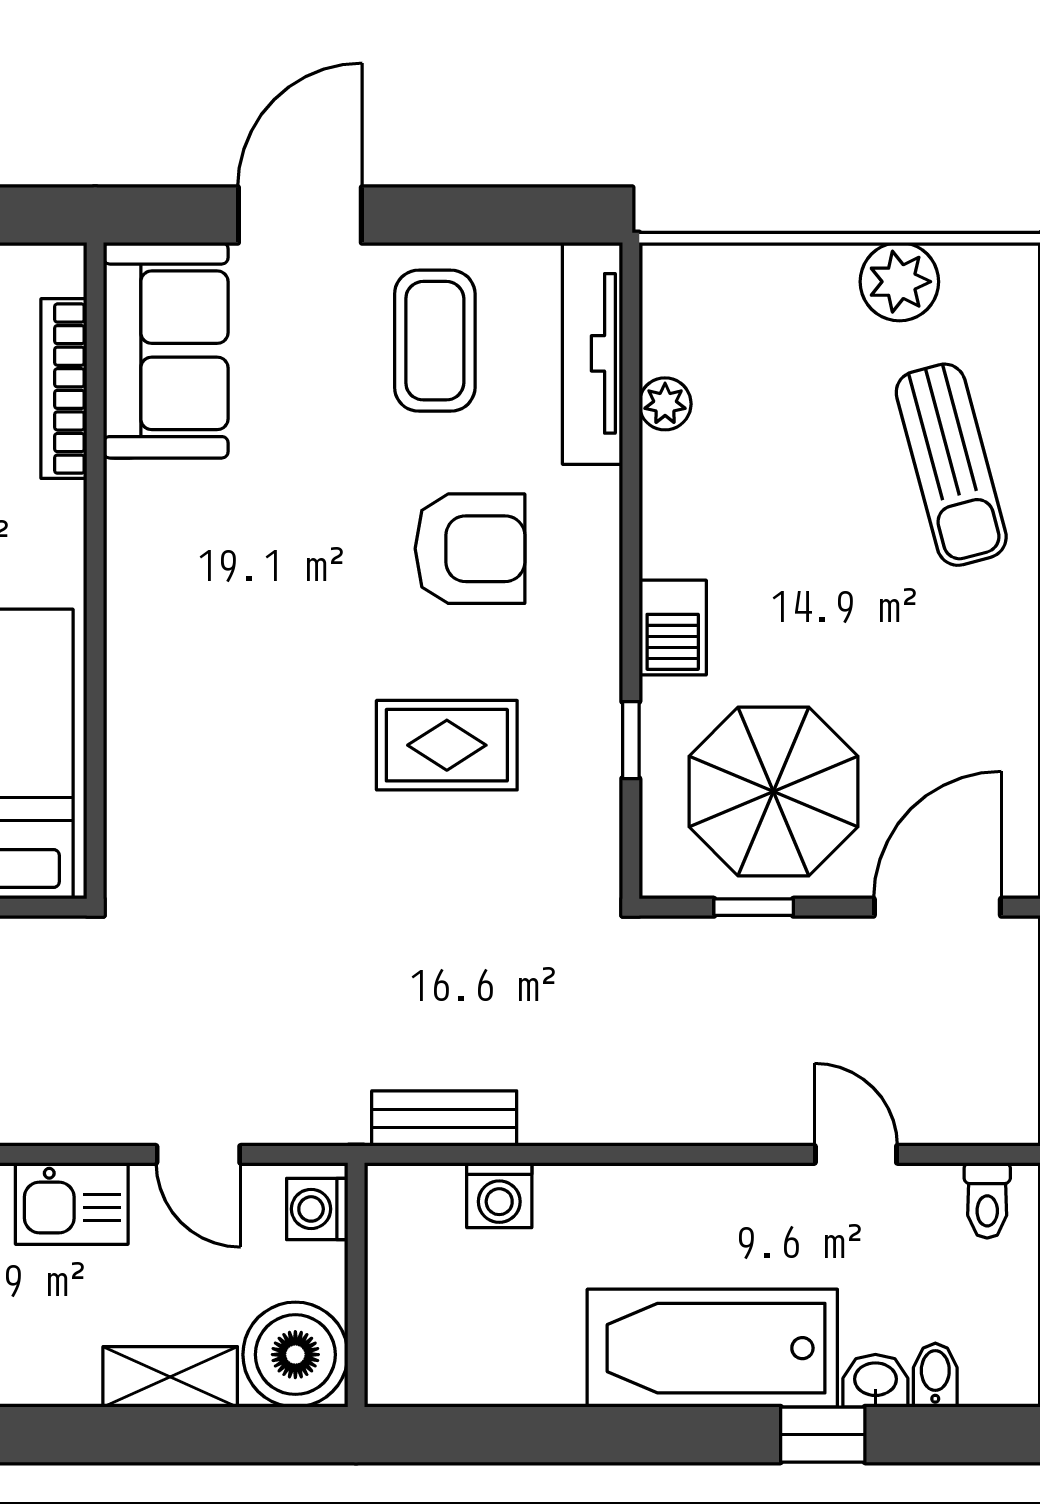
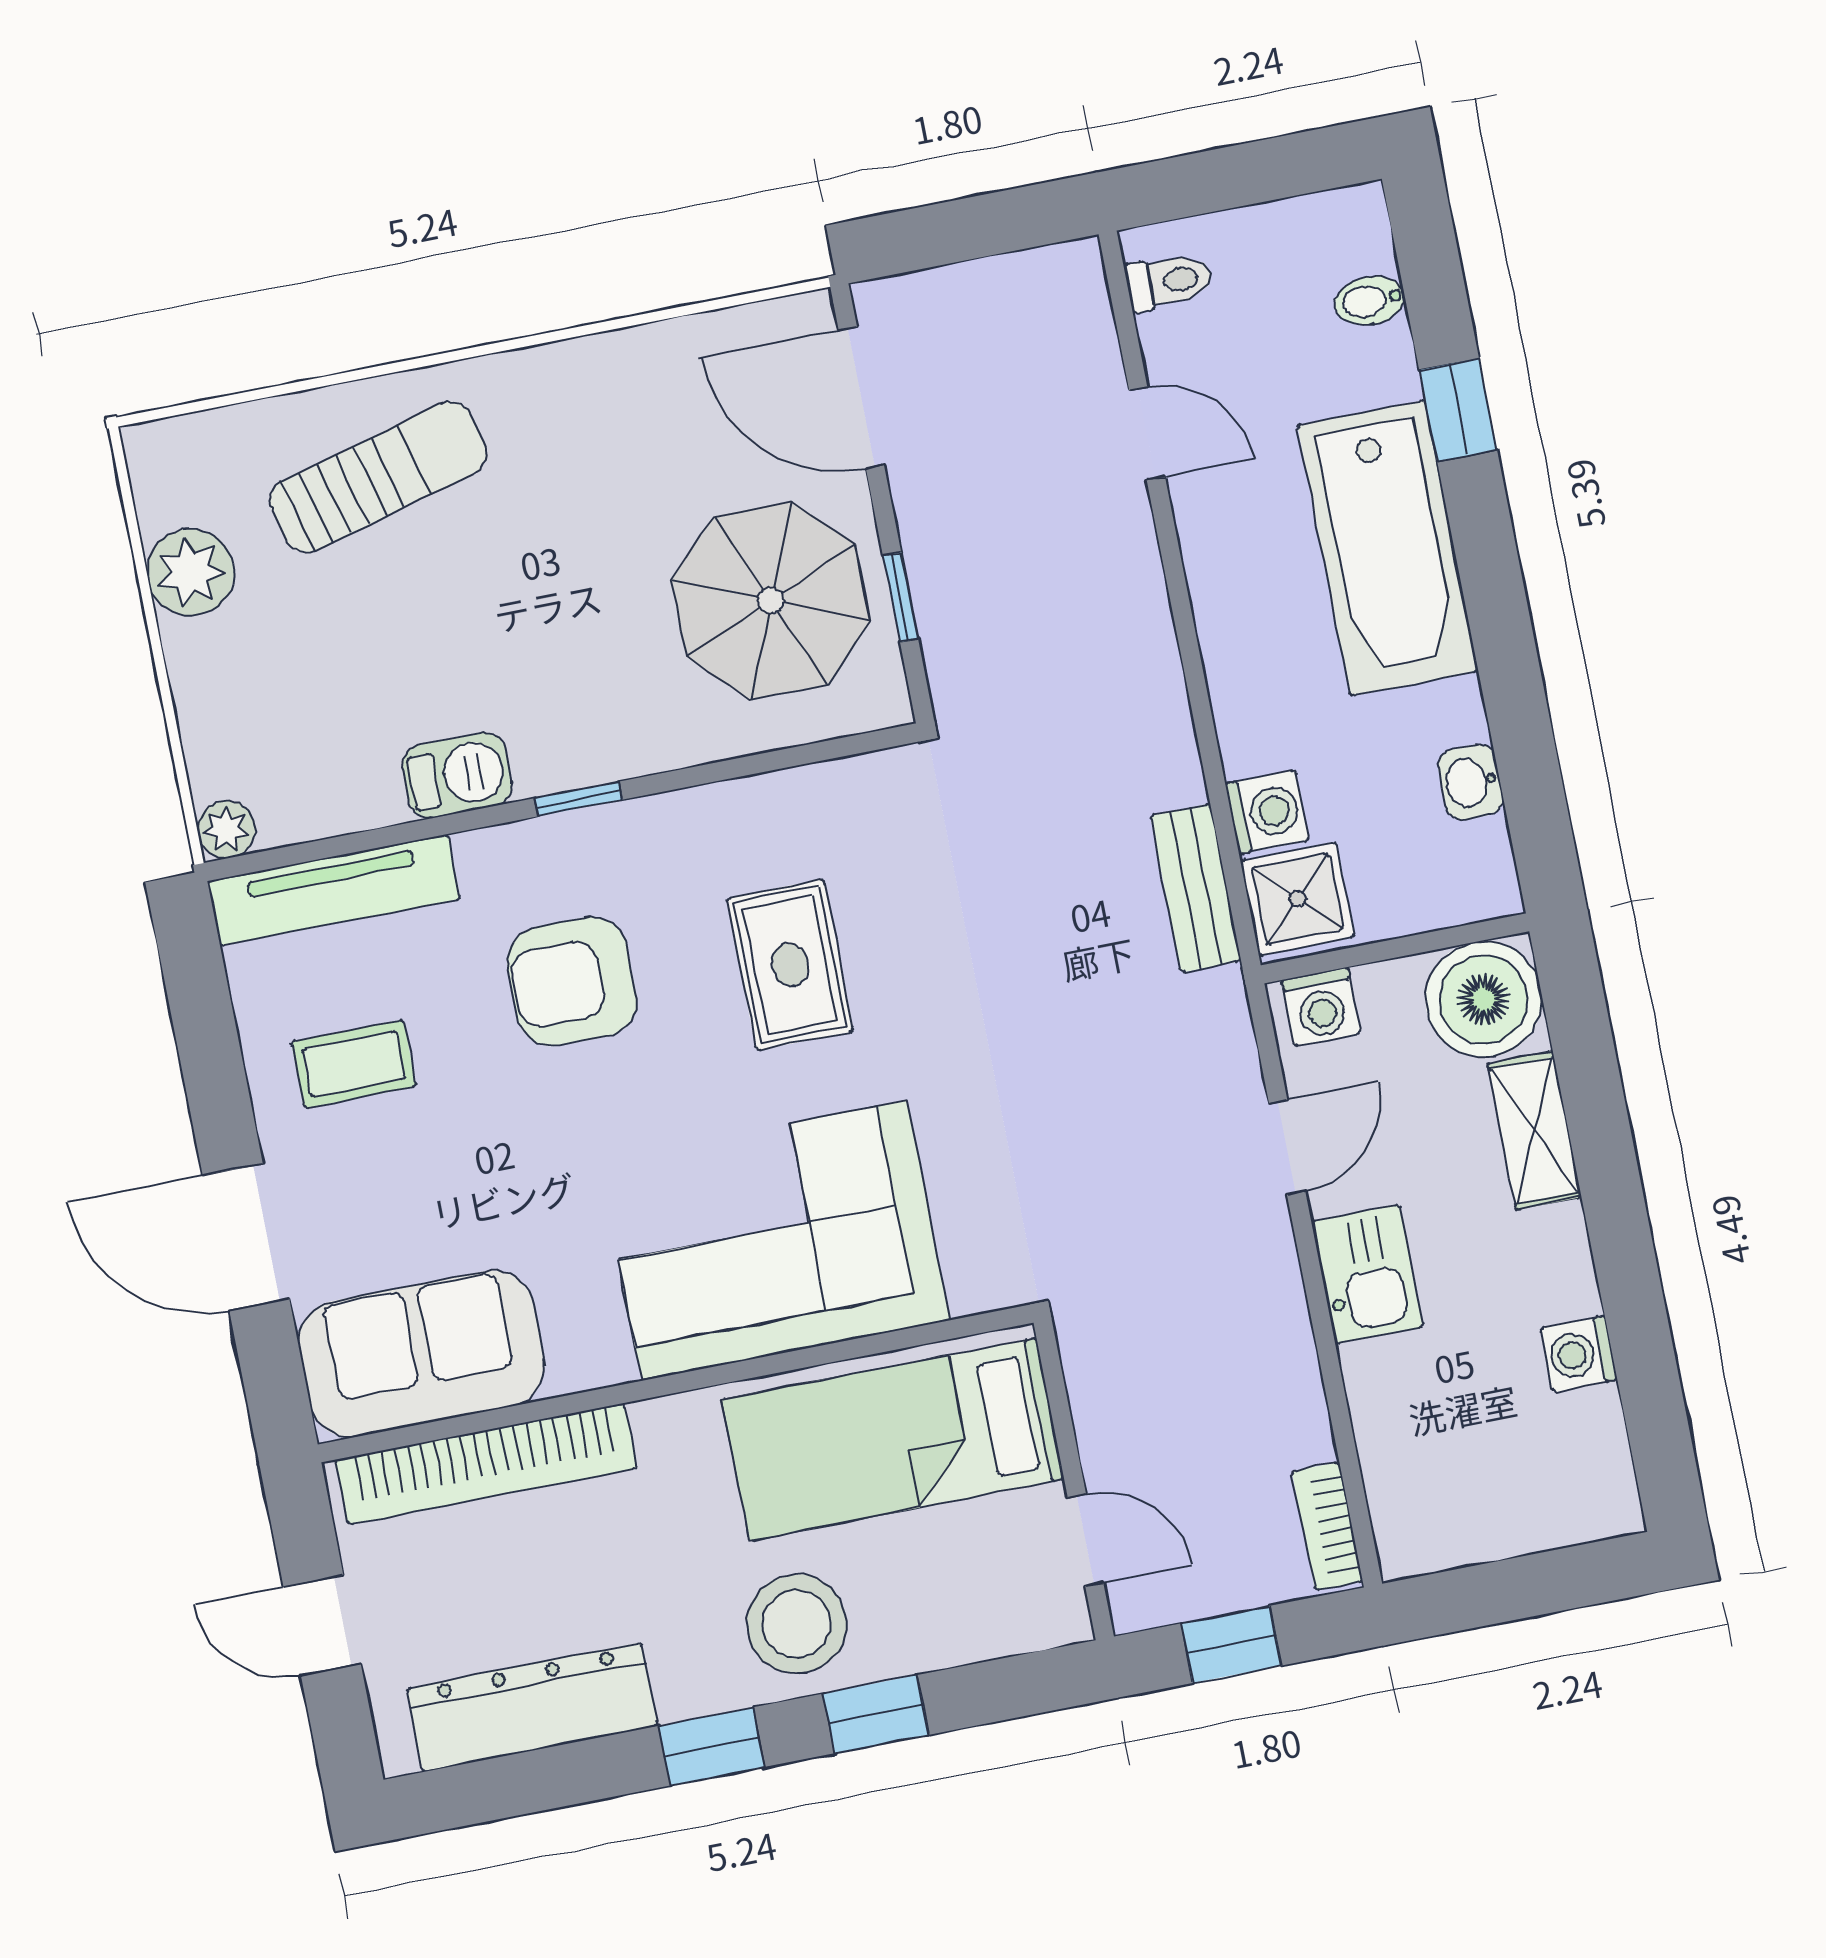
coffee table: (435, 341) -> (354, 1064), width x0.73, depth x0.77
bookcase: (64, 389) -> (486, 1464), width x1.48, depth x1.31
plant: (665, 404) -> (226, 829), moved
armchair: (470, 549) -> (572, 981), turned -90
barbecue: (673, 628) -> (457, 776), moved
corner sofa: (205, 683) -> (774, 1241), added
window: (631, 740) -> (579, 799), moved
door: (856, 1154) -> (1147, 434), swing flipped
shower: (417, 1207) -> (1297, 899), added
washbasin: (875, 1381) -> (1471, 782), moved

